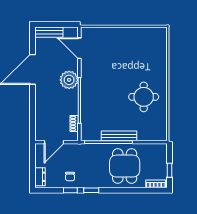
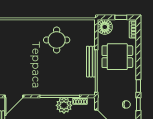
plant: (69, 80) -> (64, 105), moved
floor lamp: (159, 152) -> (105, 27), added

